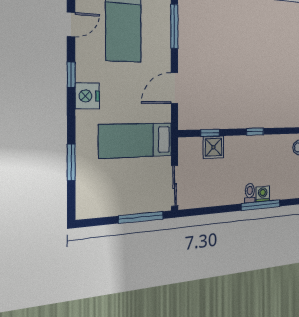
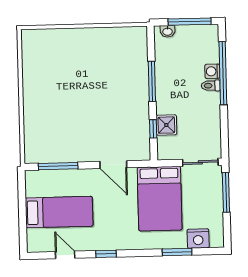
nightstand: (87, 96) -> (198, 239), moved
window: (255, 132) -> (152, 81), width x2.17
bed: (136, 140) -> (160, 199), width x1.50
window: (261, 205) -> (223, 73), width x1.46

